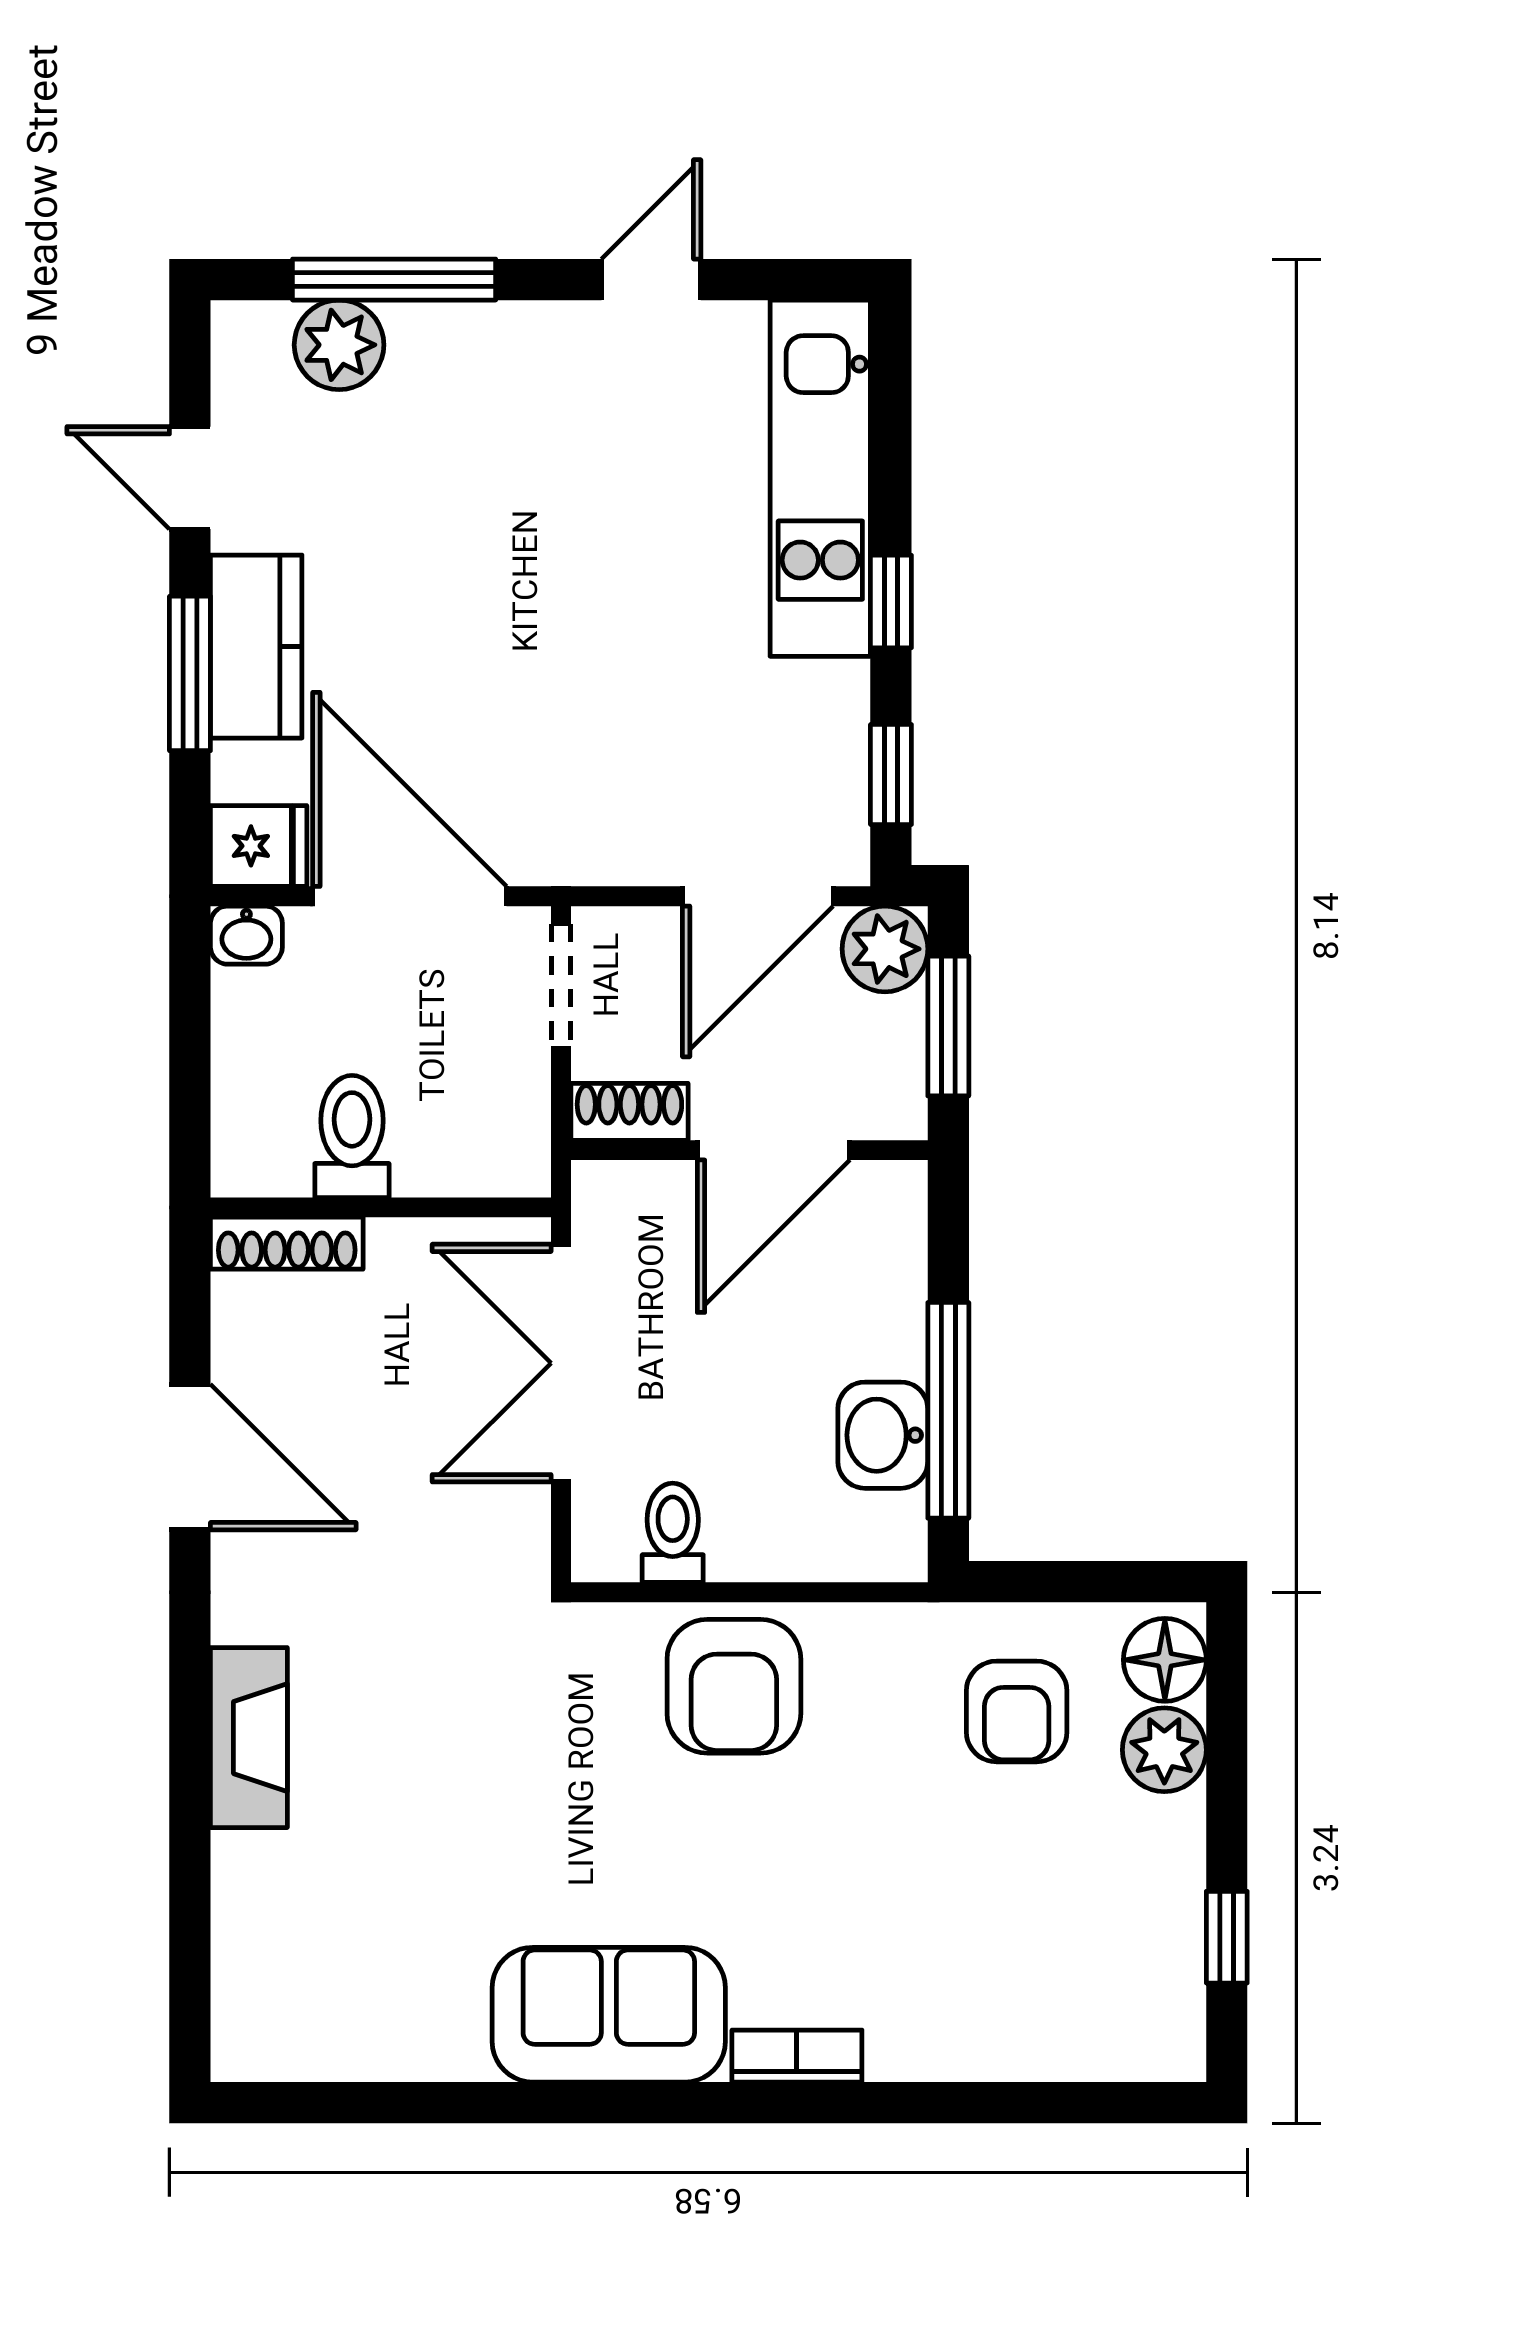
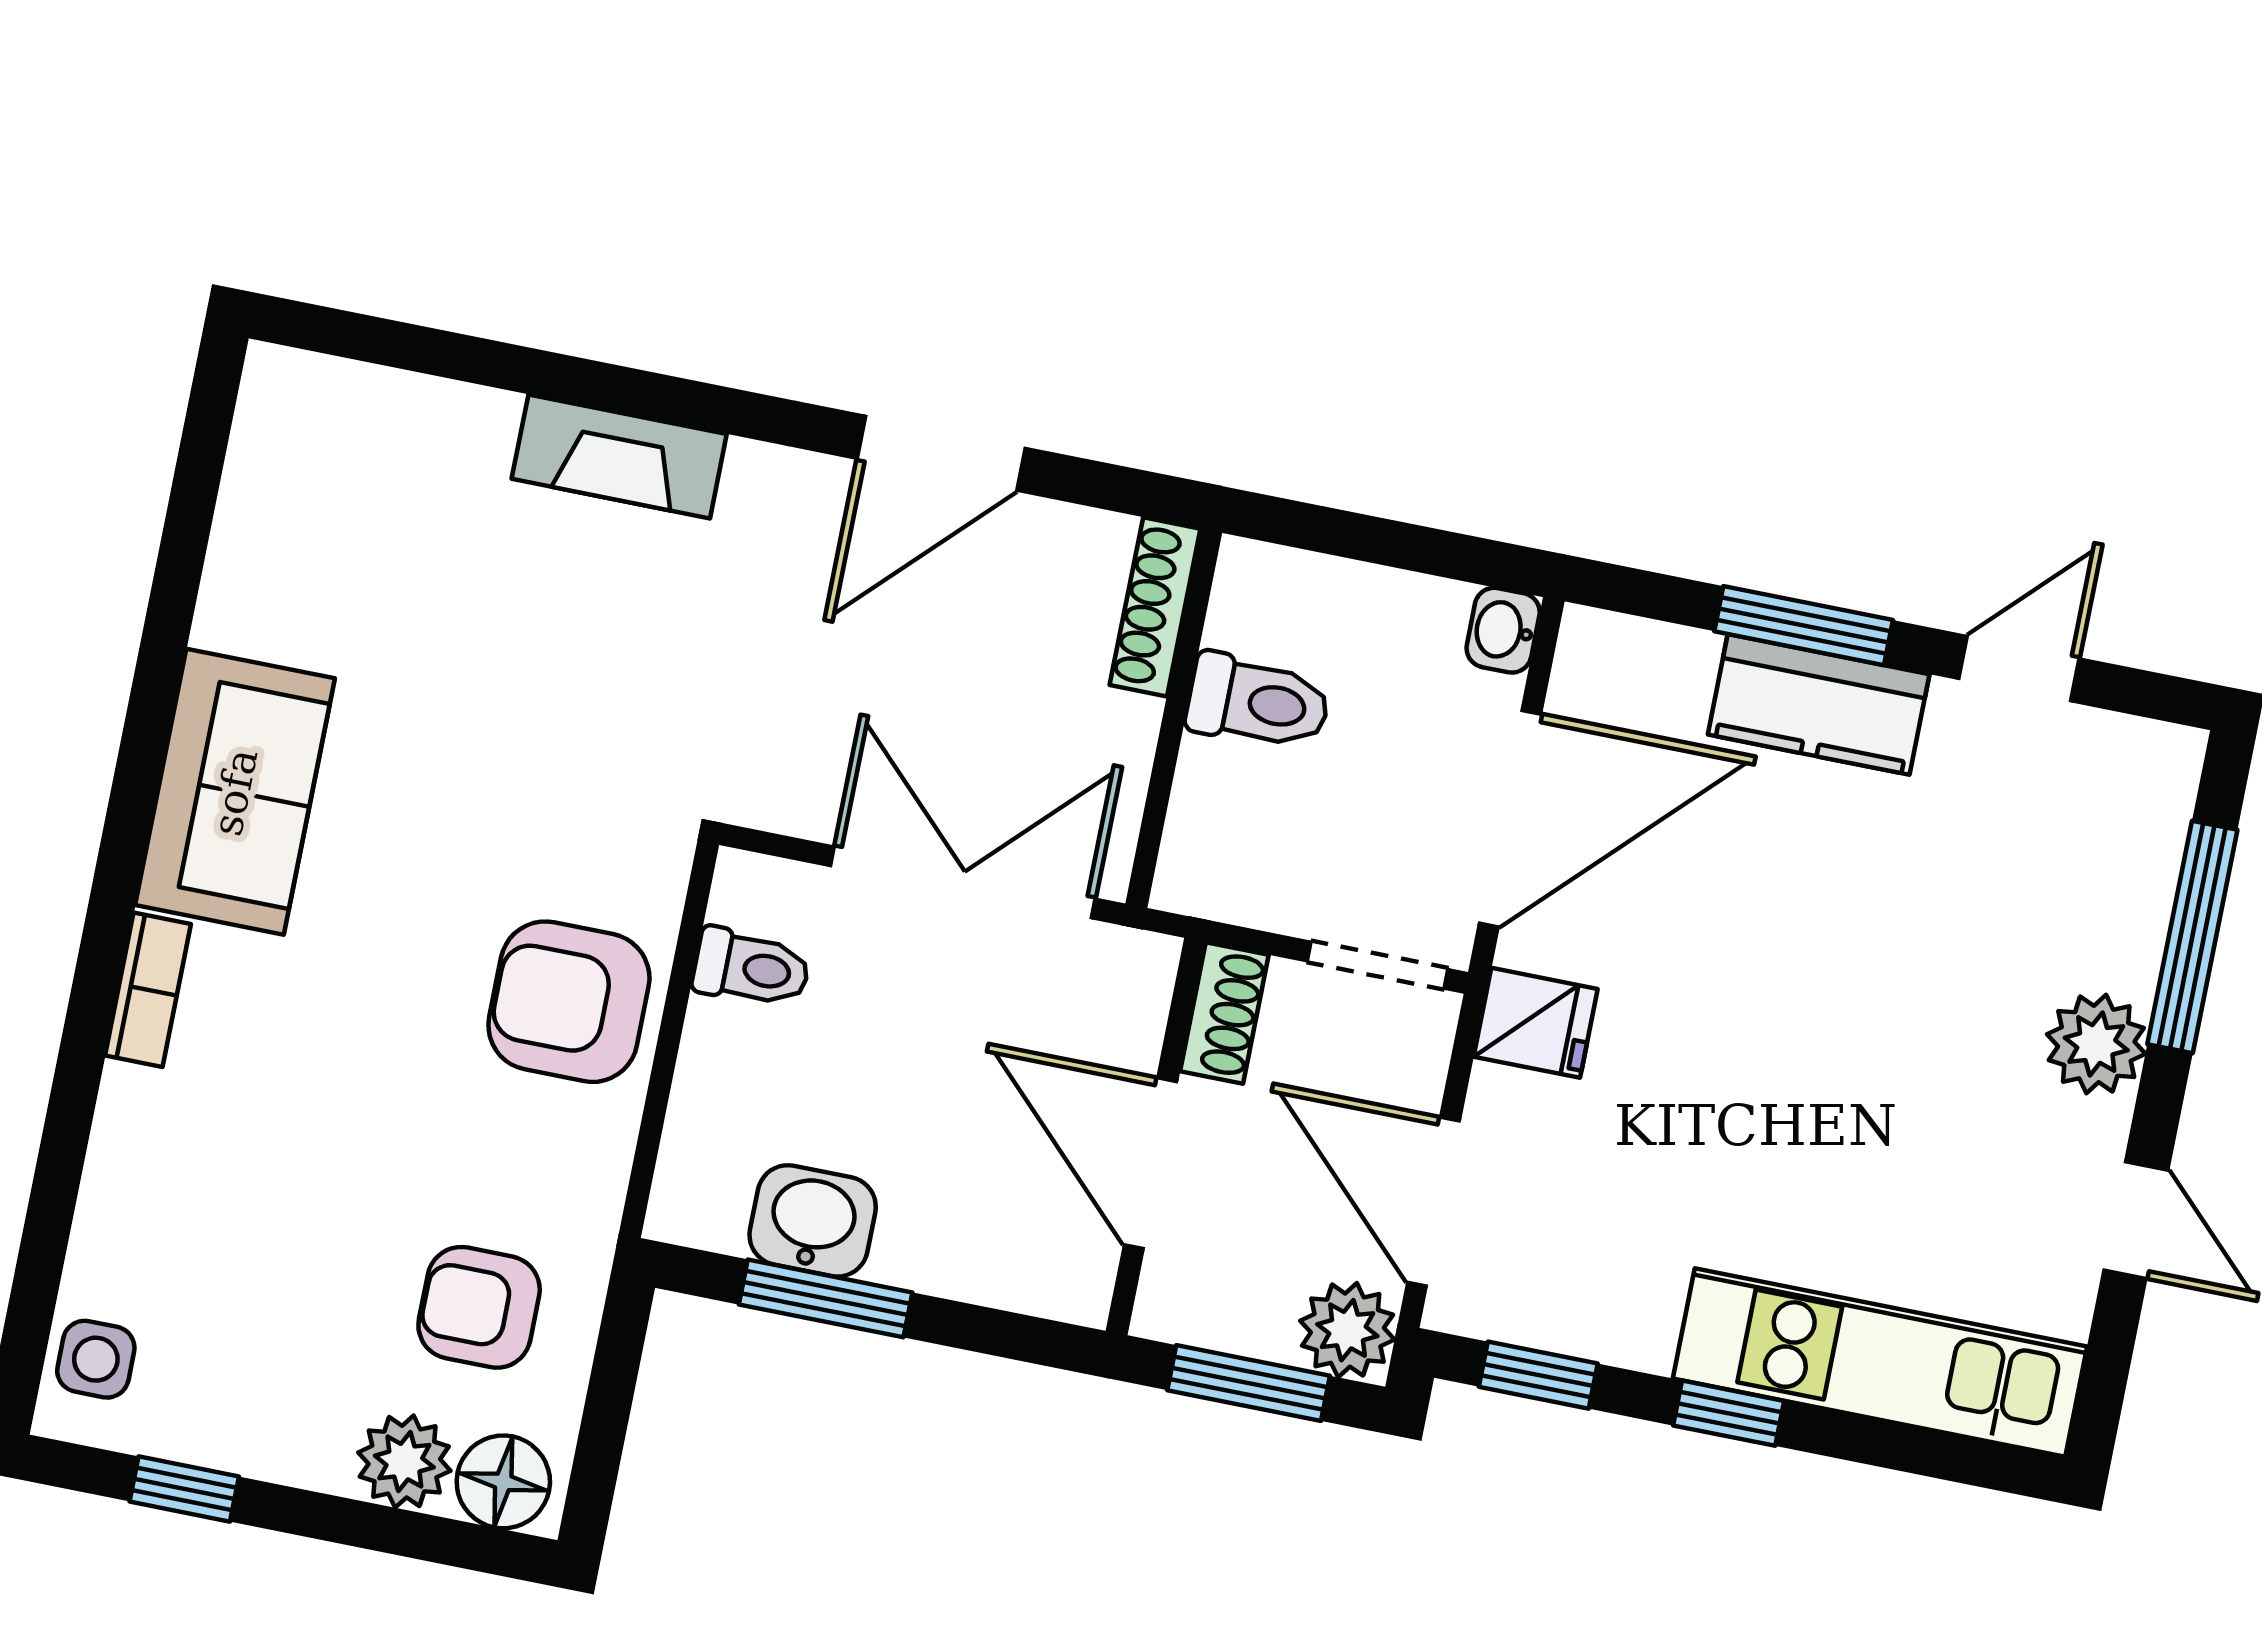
plant: (339, 345) -> (2096, 1044), moved
fridge: (259, 846) -> (1536, 1023), moved, turned -90
window: (948, 1410) -> (826, 1298), width x0.69
side table: (1129, 2037) -> (96, 1359), added

